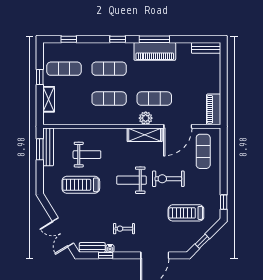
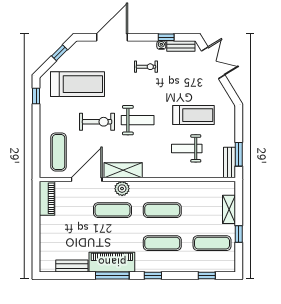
bench: (206, 48) -> (72, 266), moved
bench: (48, 147) -> (229, 163), width x0.73
treadmill: (186, 213) -> (77, 84), width x1.37, depth x1.38

